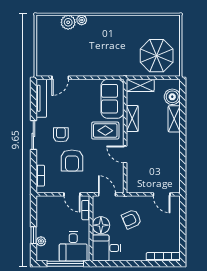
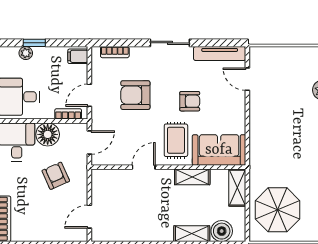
armchair: (61, 135) -> (190, 101), moved
filing cabinet: (43, 203) -> (78, 56), added

